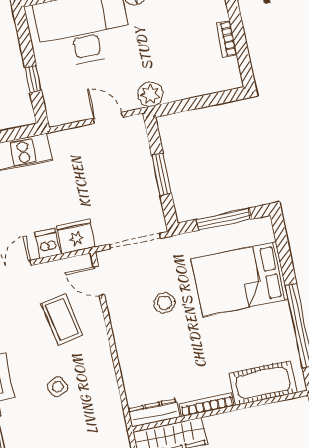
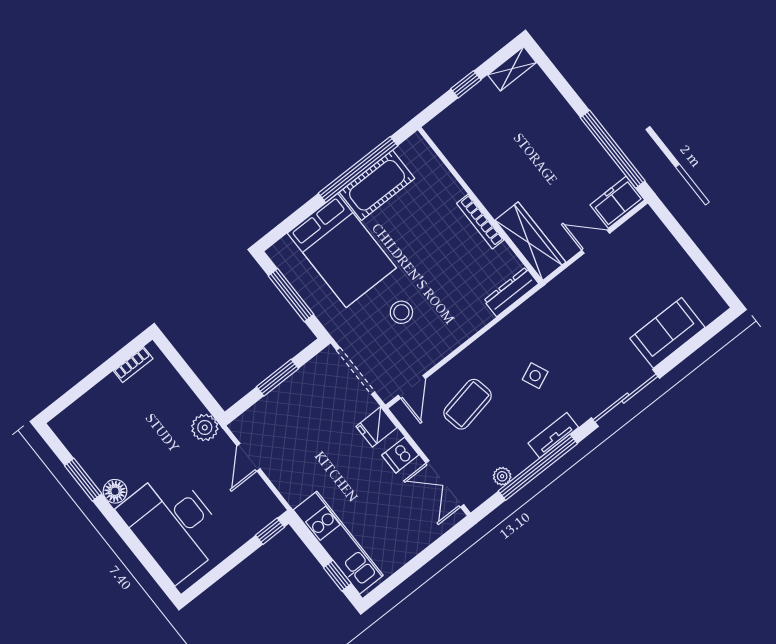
bookcase: (227, 39) -> (133, 365), moved
window: (33, 79) -> (270, 531), moved
fridge: (76, 236) -> (377, 427), width x0.72
cot: (263, 383) -> (377, 185), moved, turned 90
dresser: (154, 413) -> (511, 292), moved, turned 90

